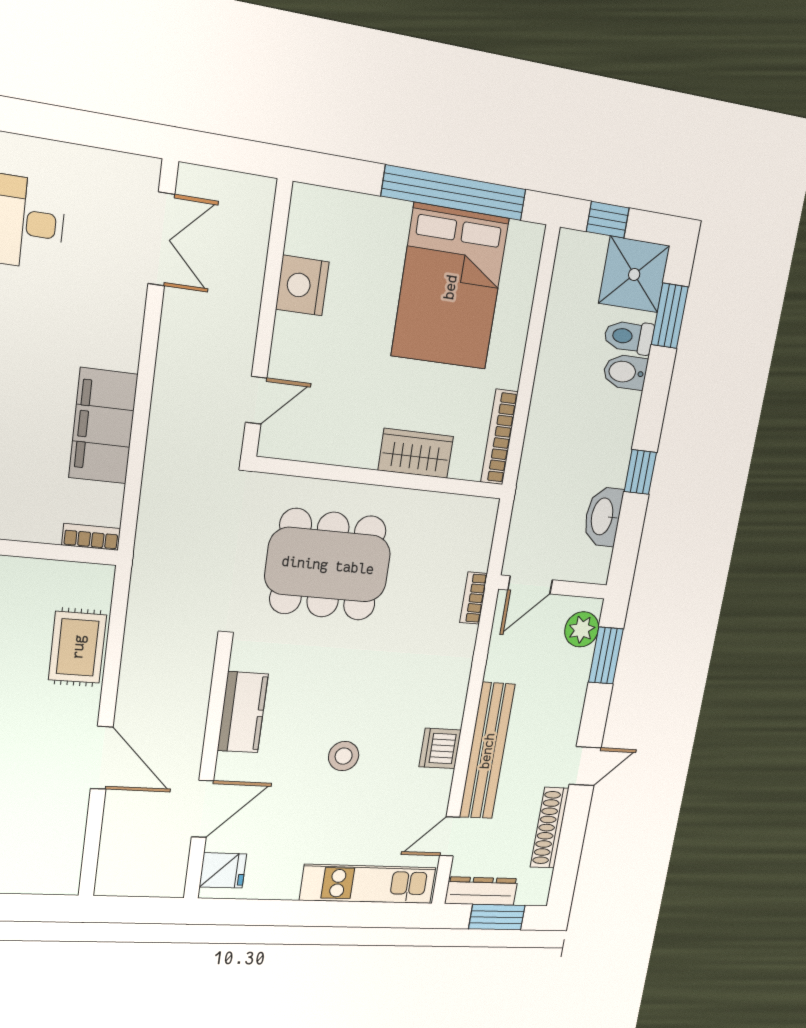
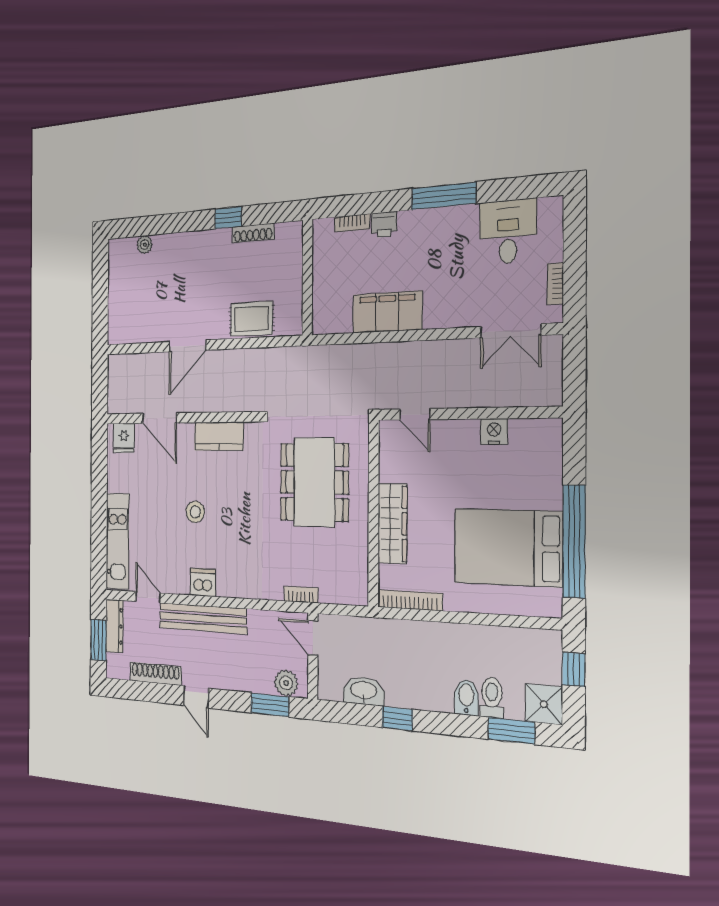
shower: (634, 274) -> (544, 704), width x0.73, depth x0.73
nightstand: (302, 286) -> (494, 432), width x0.74, depth x0.75
wardrobe: (416, 453) -> (393, 524), width x1.50
bookcase: (91, 537) -> (555, 284), moved, turned 180

